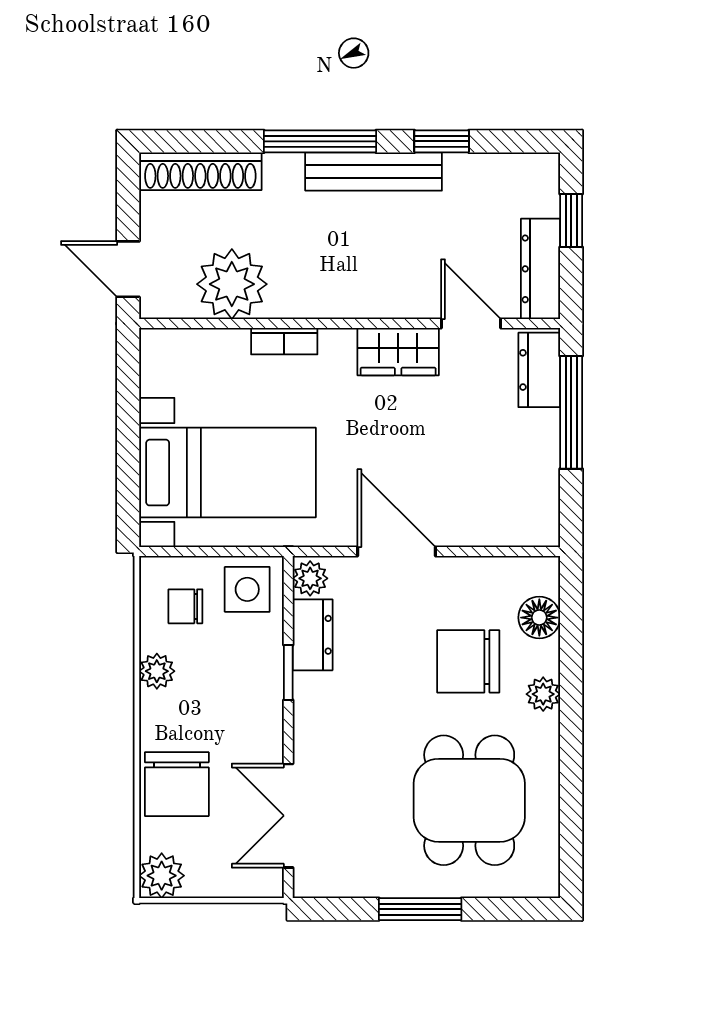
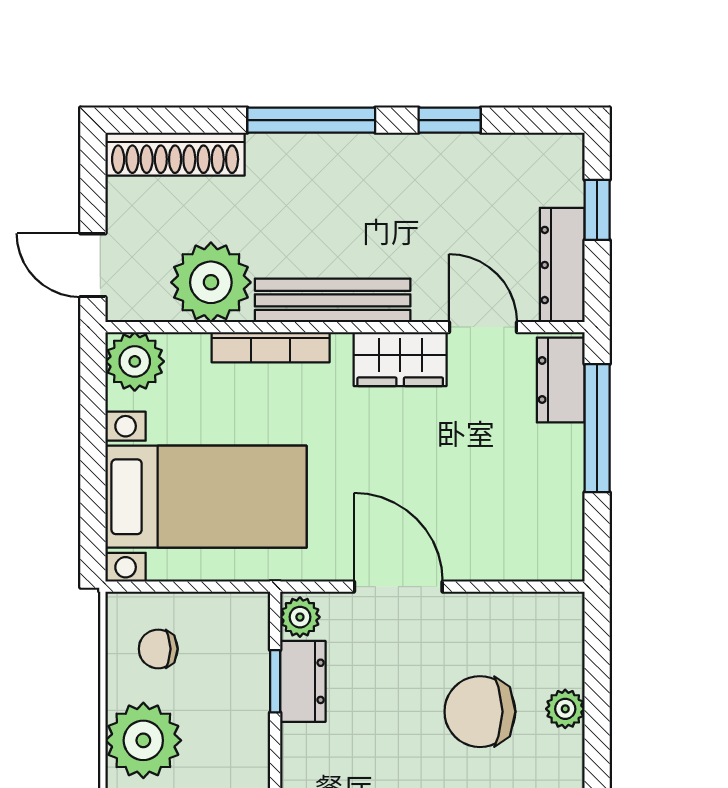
bench: (374, 172) -> (333, 300), moved
bookcase: (284, 341) -> (271, 347), width x1.56
plant: (165, 354) -> (135, 361), added
side table: (247, 589) -> (228, 630), removed
floor lamp: (539, 618) -> (561, 662), removed
plant: (157, 671) -> (143, 740), width x1.88, depth x1.88
window: (288, 673) -> (275, 681), moved
plant: (543, 694) -> (565, 709), moved

